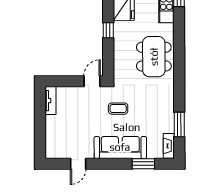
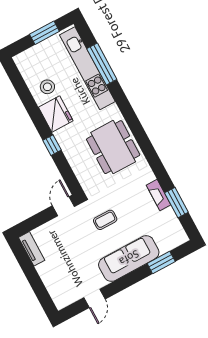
fireplace: (169, 146) -> (158, 195), moved

